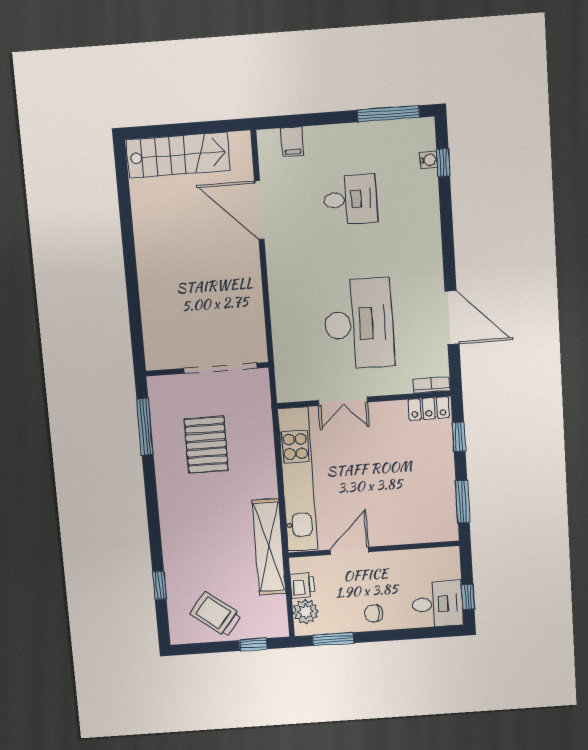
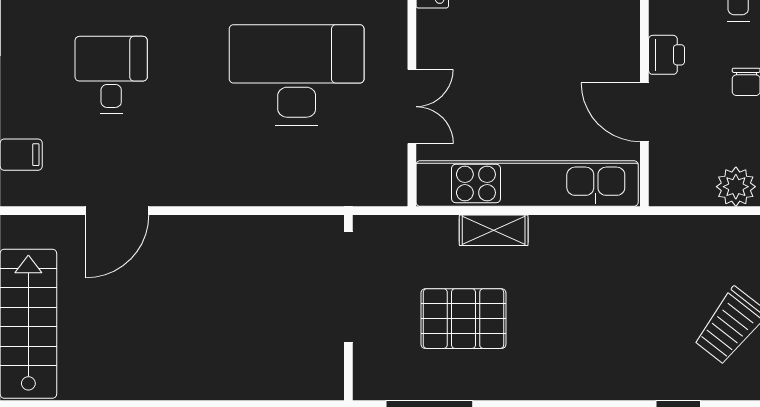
door: (259, 210) -> (117, 211), width x0.73
shelving: (269, 547) -> (494, 230), moved, width x0.45, depth x0.75
printer: (302, 585) -> (666, 55), moved, turned 90

